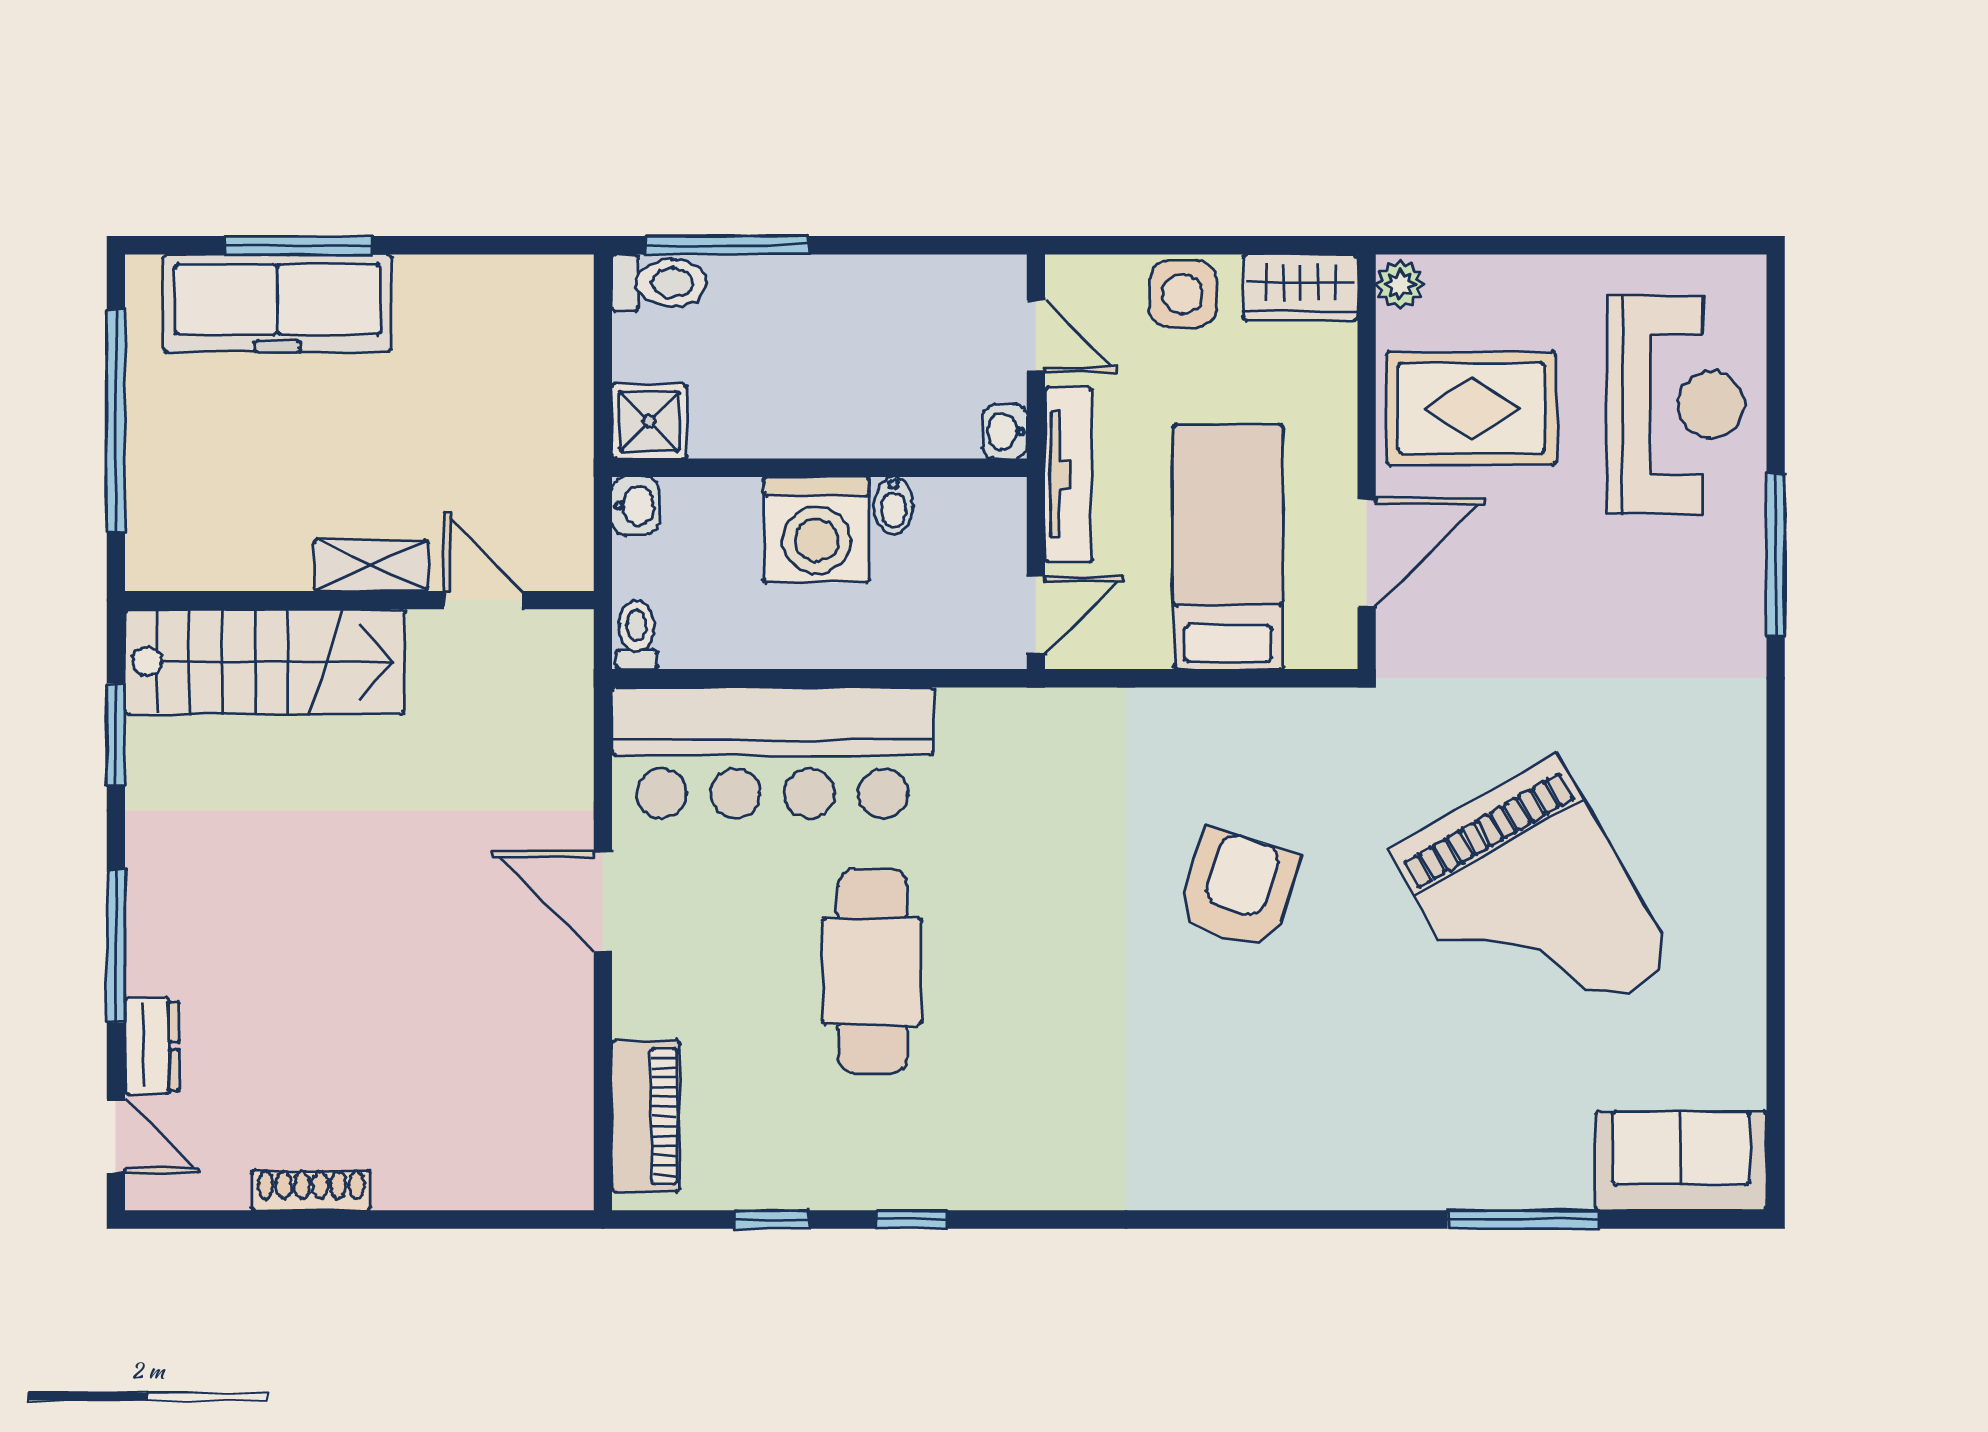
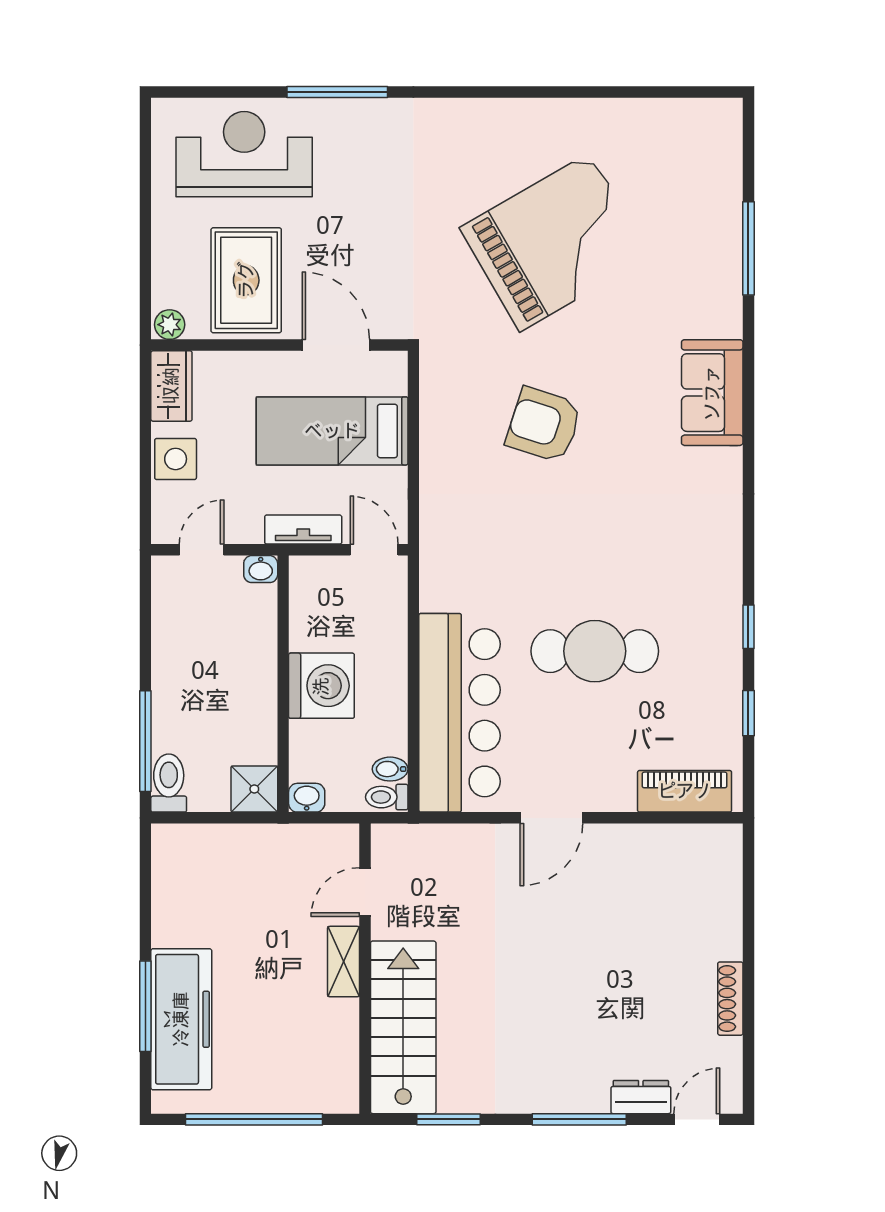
tv unit: (1069, 475) -> (303, 530), width x0.71
bidet: (894, 505) -> (390, 769), moved, turned 180
sofa: (1681, 1161) -> (712, 393), moved

